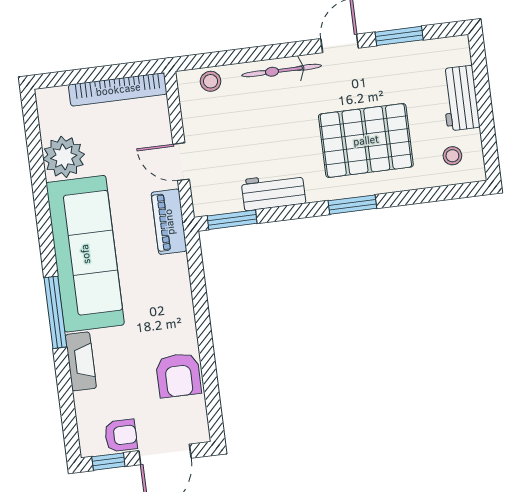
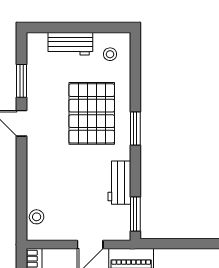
bicycle: (282, 70) -> (35, 166), removed

